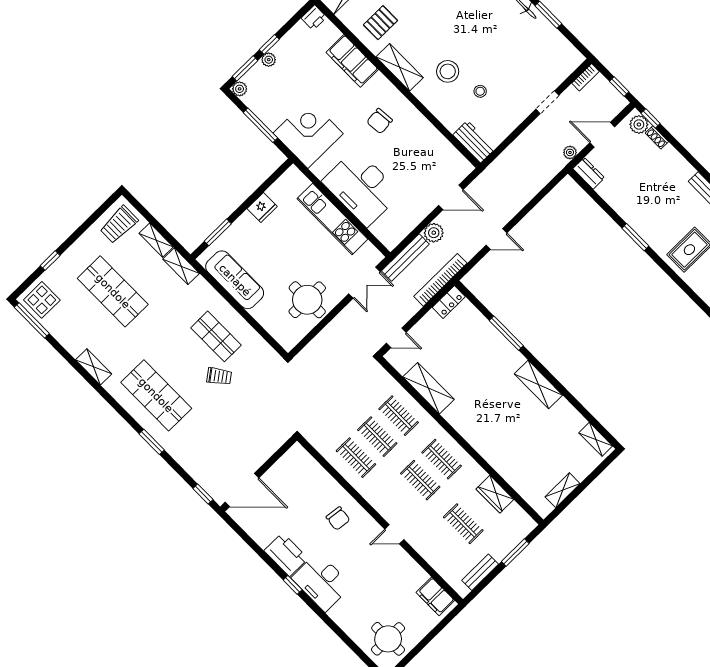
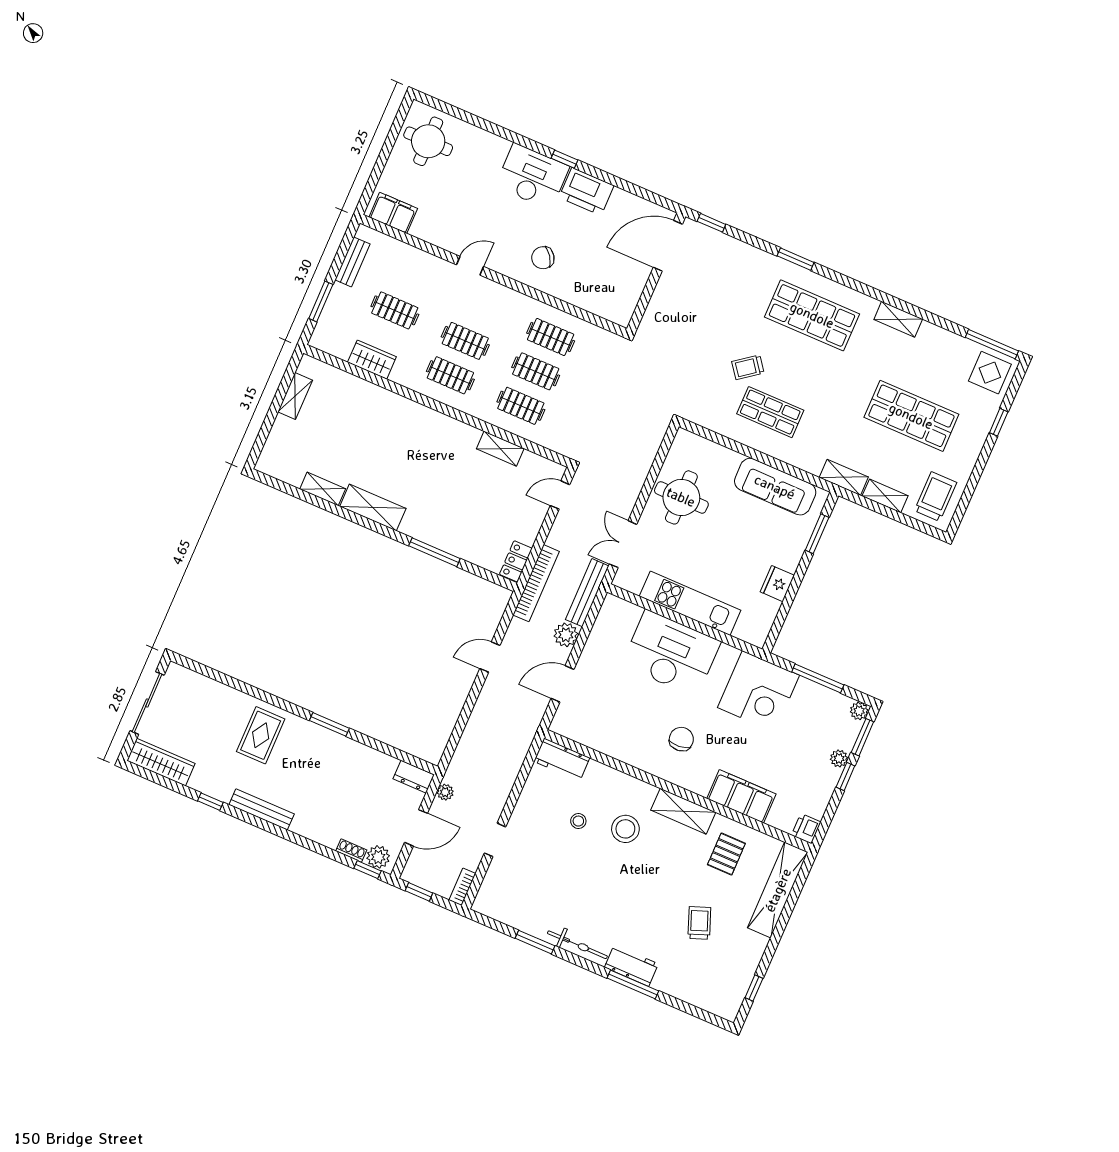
shelving: (429, 388) -> (500, 449), width x0.67, depth x0.75
shelving: (596, 439) -> (323, 489), moved
chair: (338, 518) -> (543, 258), turned -43

